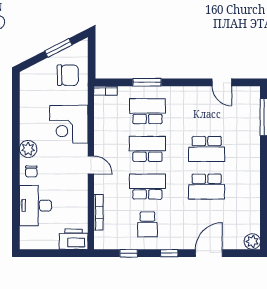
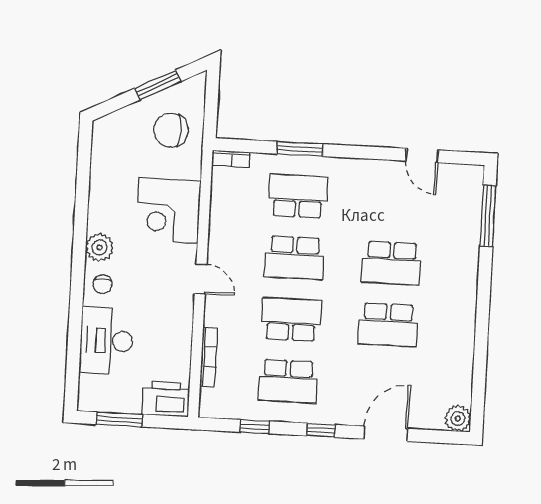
chair: (68, 75) -> (171, 130), turned 180
school desk: (147, 149) -> (294, 258), turned 180
school desk: (147, 224) -> (288, 381), width x1.85
window: (46, 253) -> (119, 419), added

